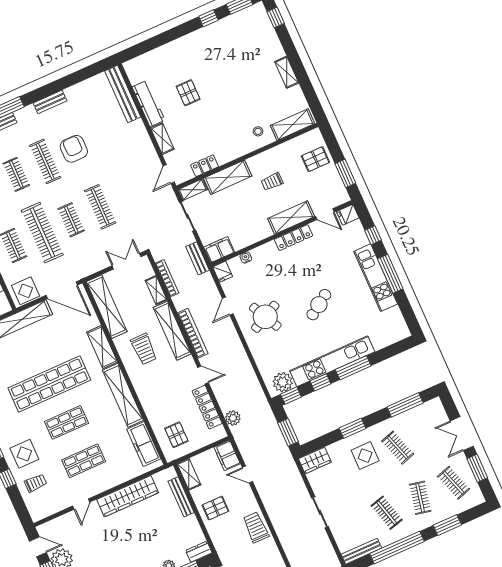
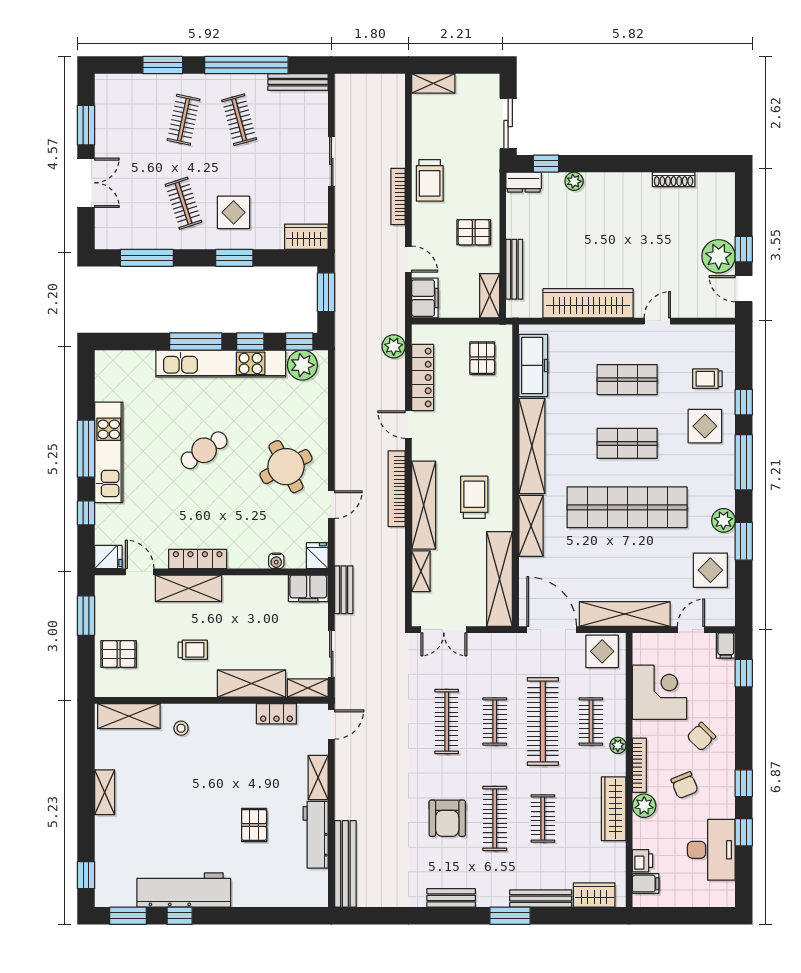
workbench: (213, 35) -> (184, 890), added
bookcase: (167, 278) -> (398, 197), moved
clothes rail: (454, 483) -> (128, 120), removed

